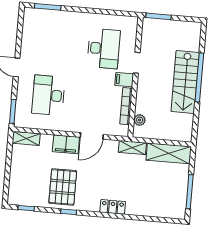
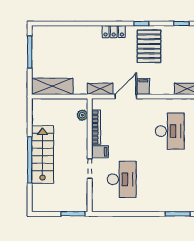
desk: (104, 49) -> (122, 179), turned 180
filing cabinet: (66, 144) -> (143, 86), width x0.50
shelving: (132, 148) -> (100, 89), moved
locker: (113, 207) -> (114, 32), moved

